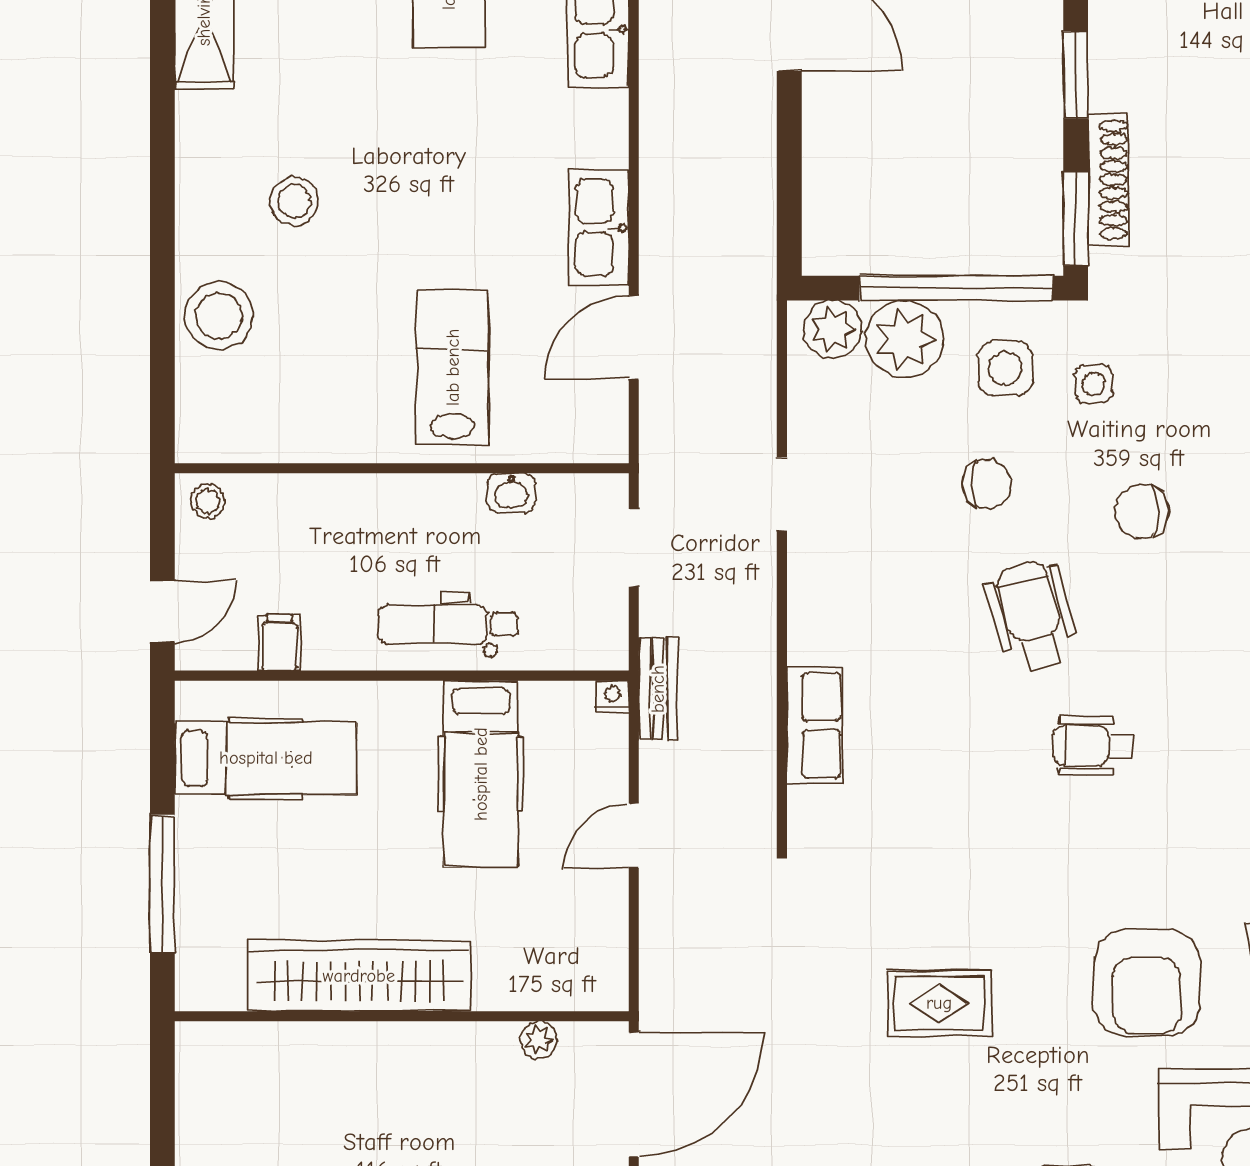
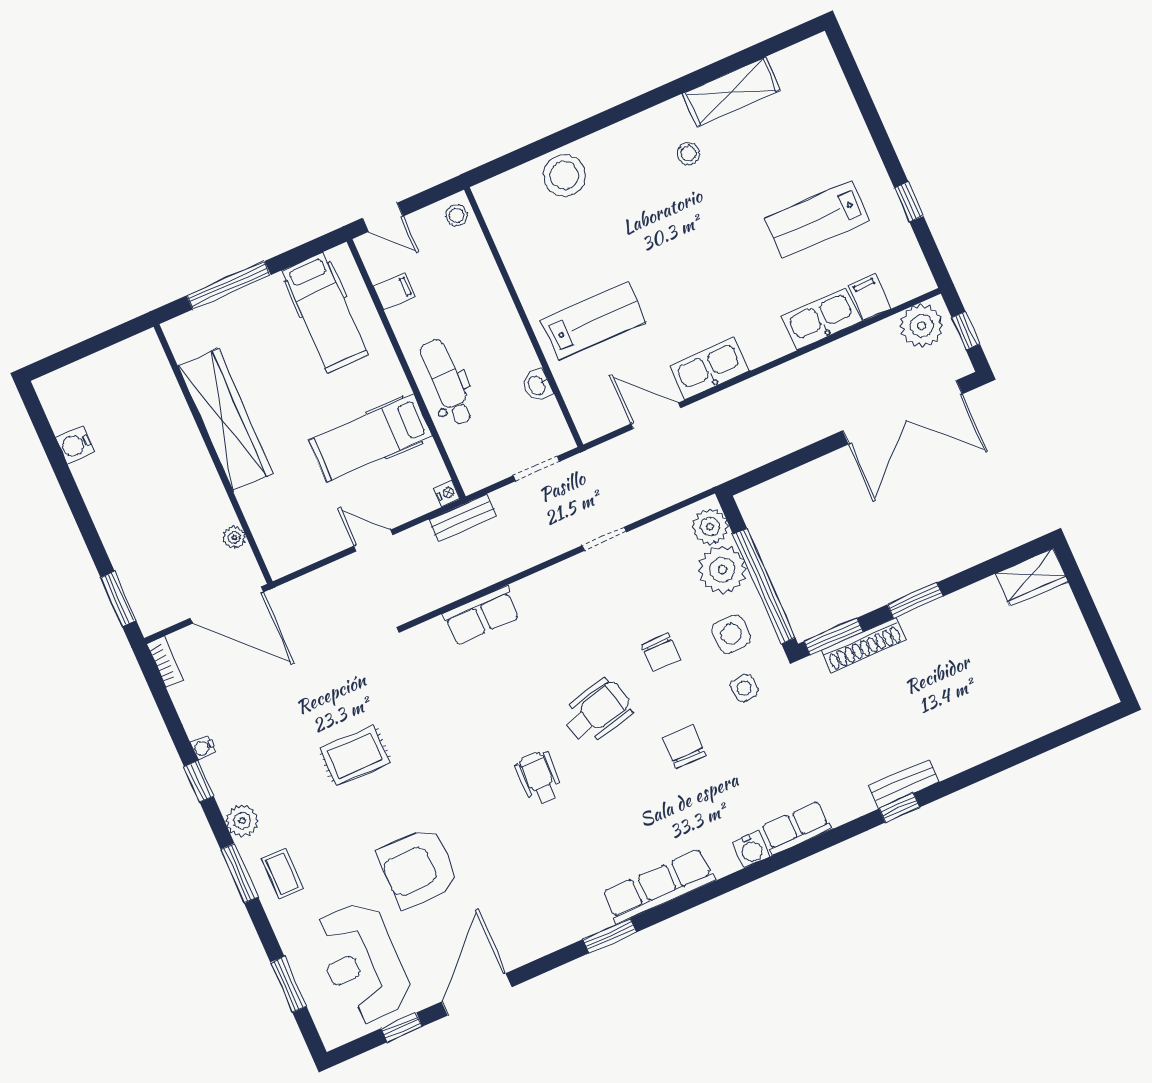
stool: (294, 201) -> (688, 154), moved, width x0.73, depth x0.73
rug: (939, 1003) -> (355, 755), turned 90

